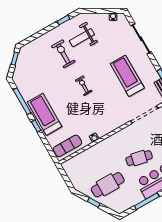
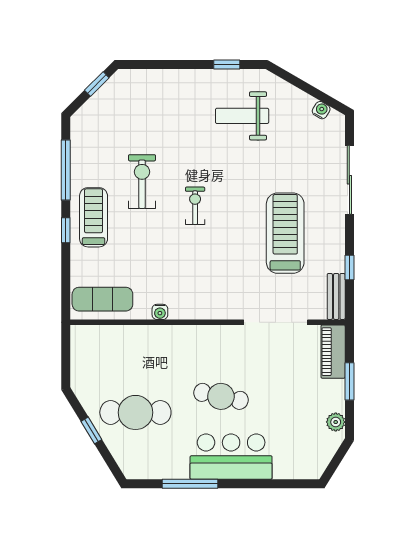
exercise bike: (63, 54) -> (142, 182), moved
treadmill: (45, 114) -> (94, 217), width x0.73, depth x0.73

